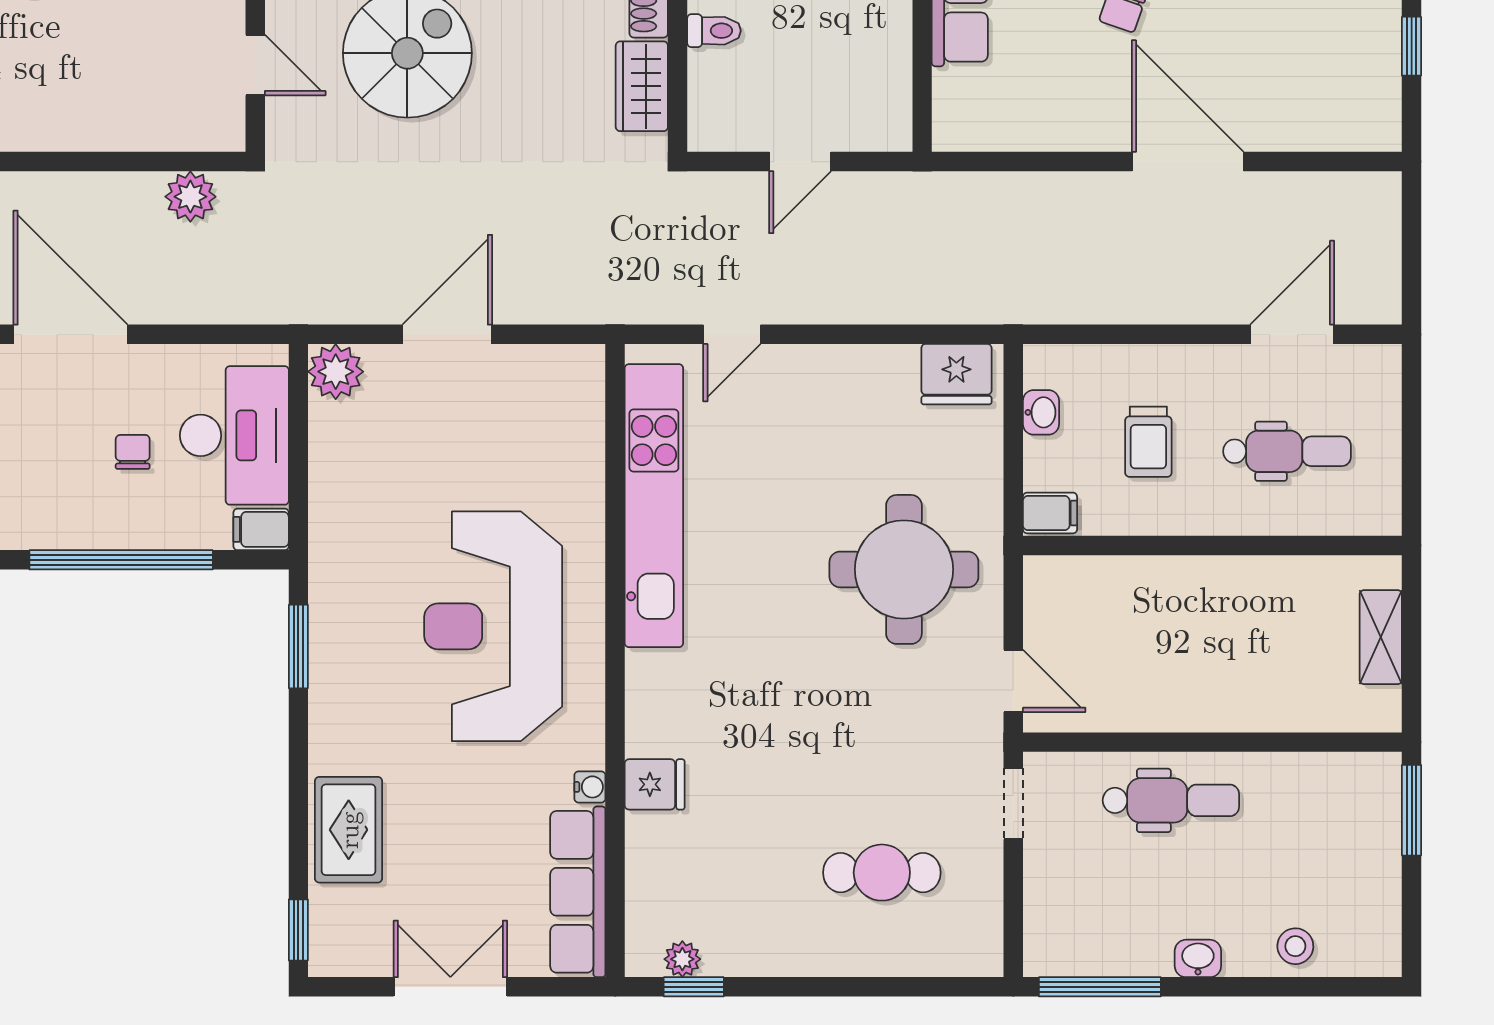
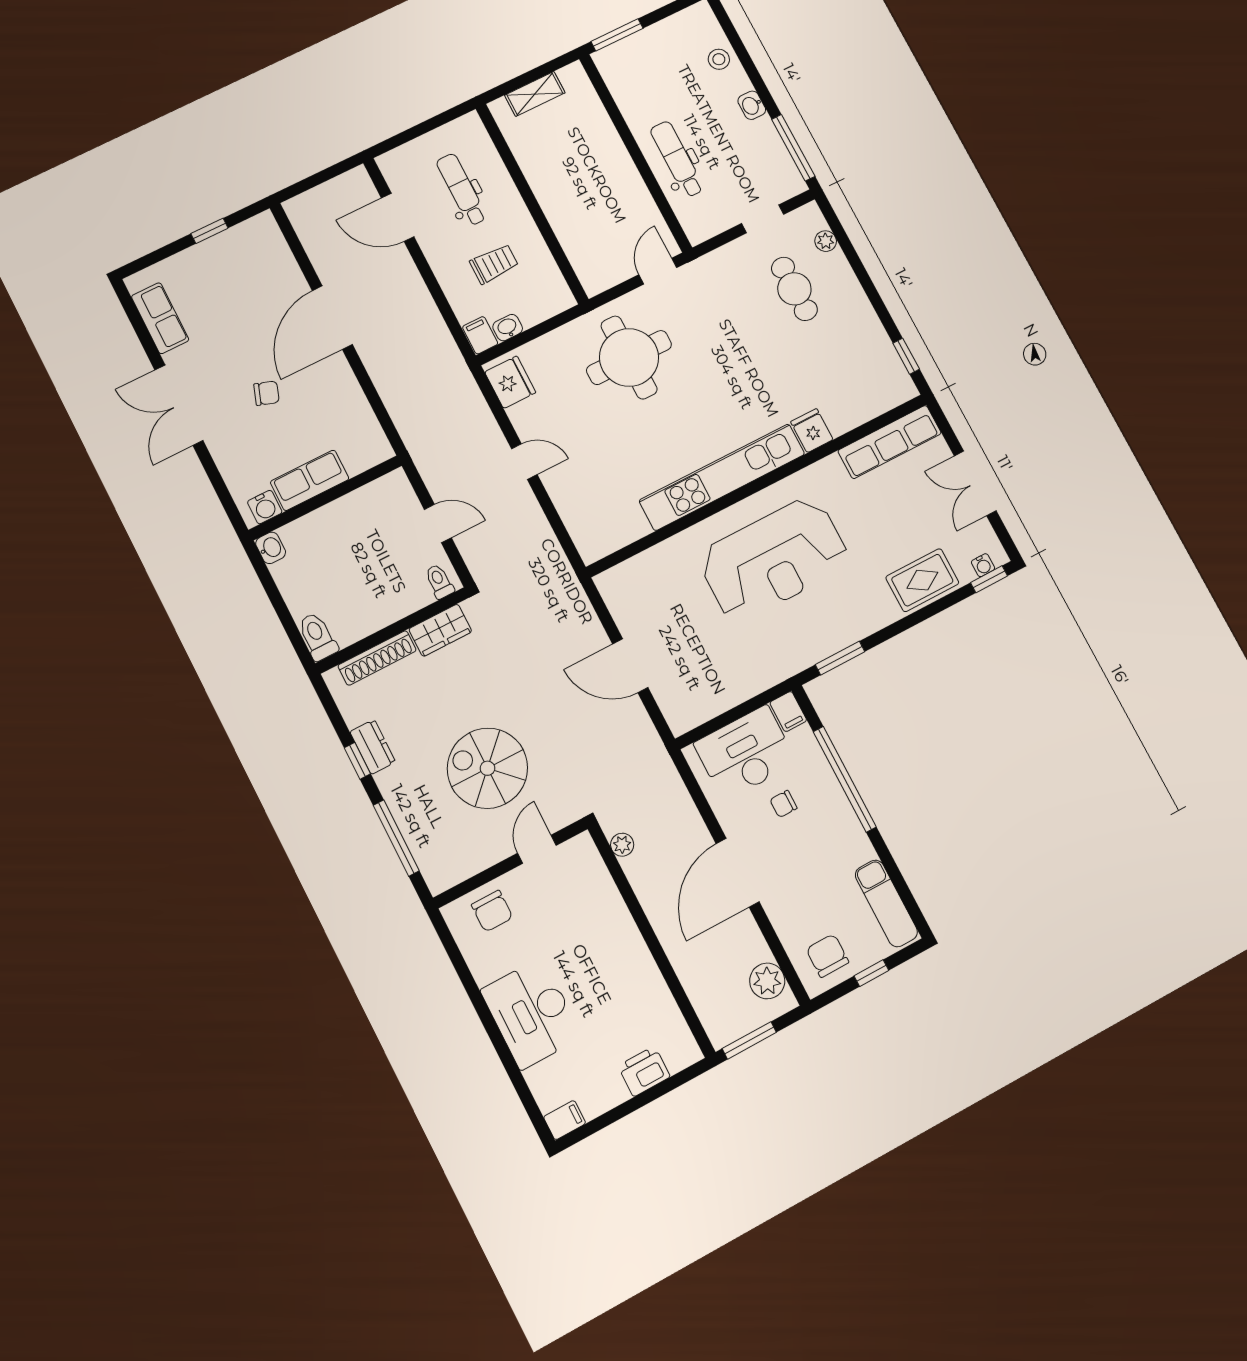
toilet: (714, 31) -> (439, 581), moved
plant: (190, 197) -> (622, 845), width x0.73, depth x0.73
door: (732, 334) -> (524, 462), moved
plant: (336, 372) -> (682, 716), removed
kitchen unit: (654, 506) -> (722, 477), moved
filing cabinet: (1050, 513) -> (480, 335), moved
water cooler: (590, 787) -> (983, 565), moved, turned 180
doorway: (1013, 804) -> (763, 219), moved
plant: (682, 959) -> (826, 241), moved

